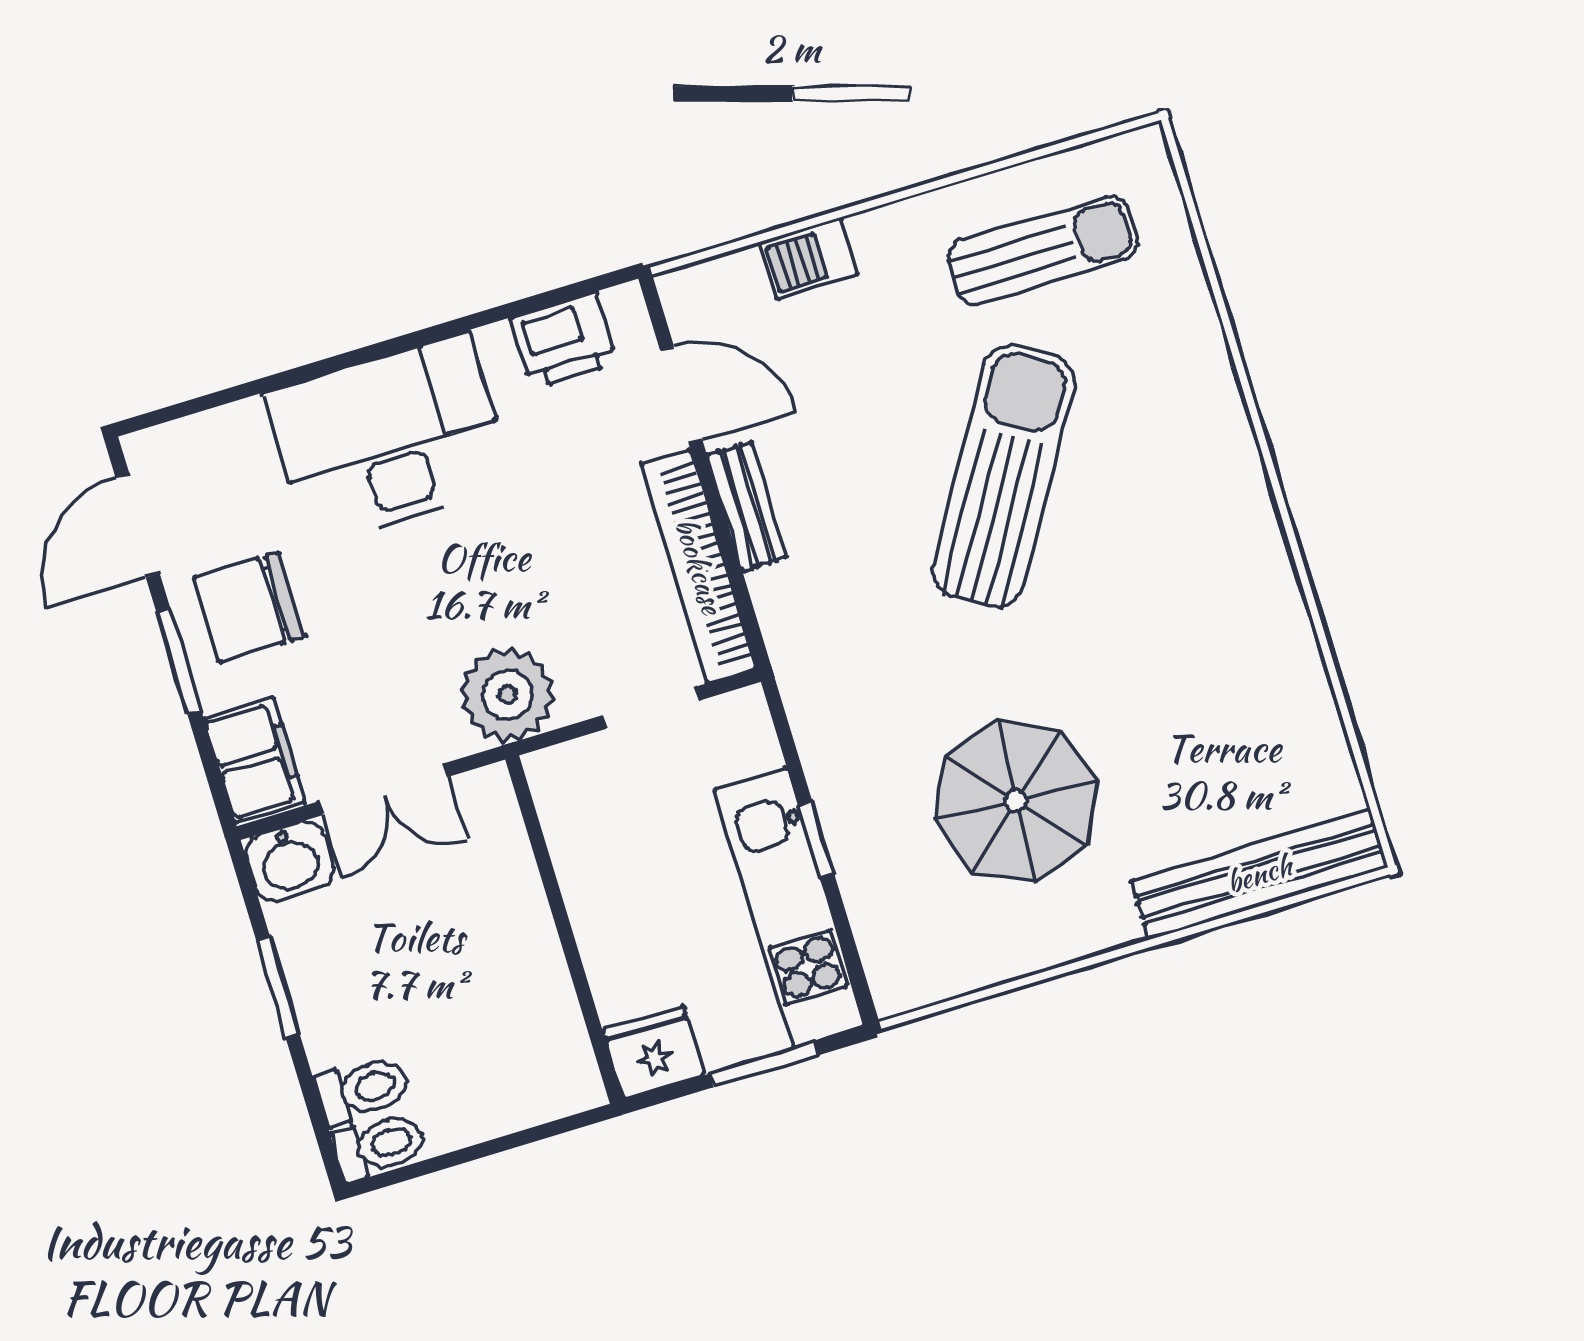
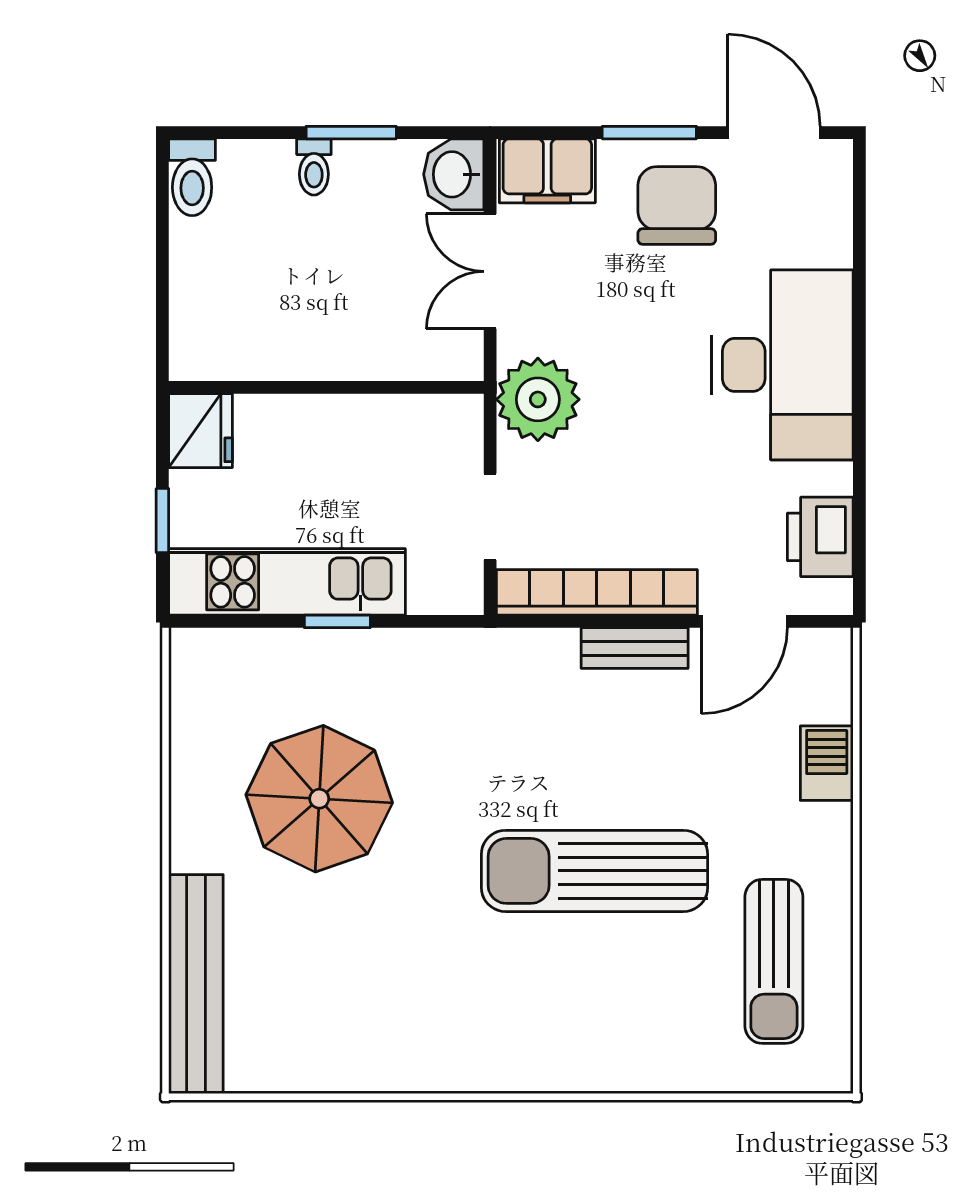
sun lounger: (1004, 476) -> (595, 871), turned 149
window: (764, 1064) -> (162, 521), width x0.67
toilet: (363, 1090) -> (314, 167), moved, width x0.73, depth x0.72

